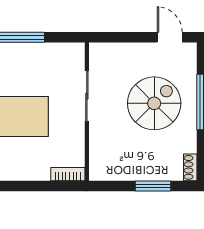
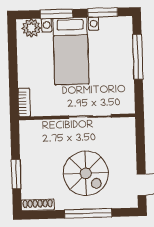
shoe rack: (190, 167) -> (38, 205), width x1.43

